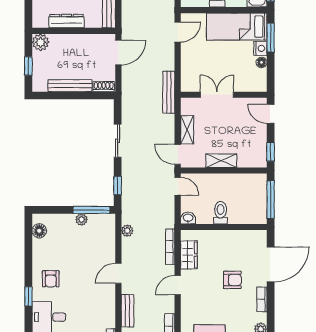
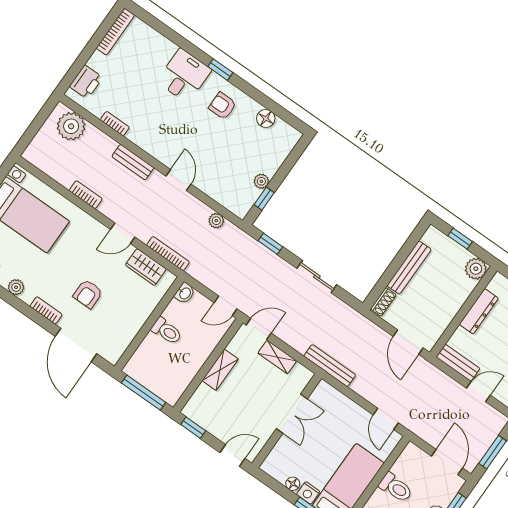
window: (91, 210) -> (264, 199), width x0.46
floor lamp: (39, 231) -> (266, 119), moved
door: (178, 285) -> (123, 233), swing flipped

